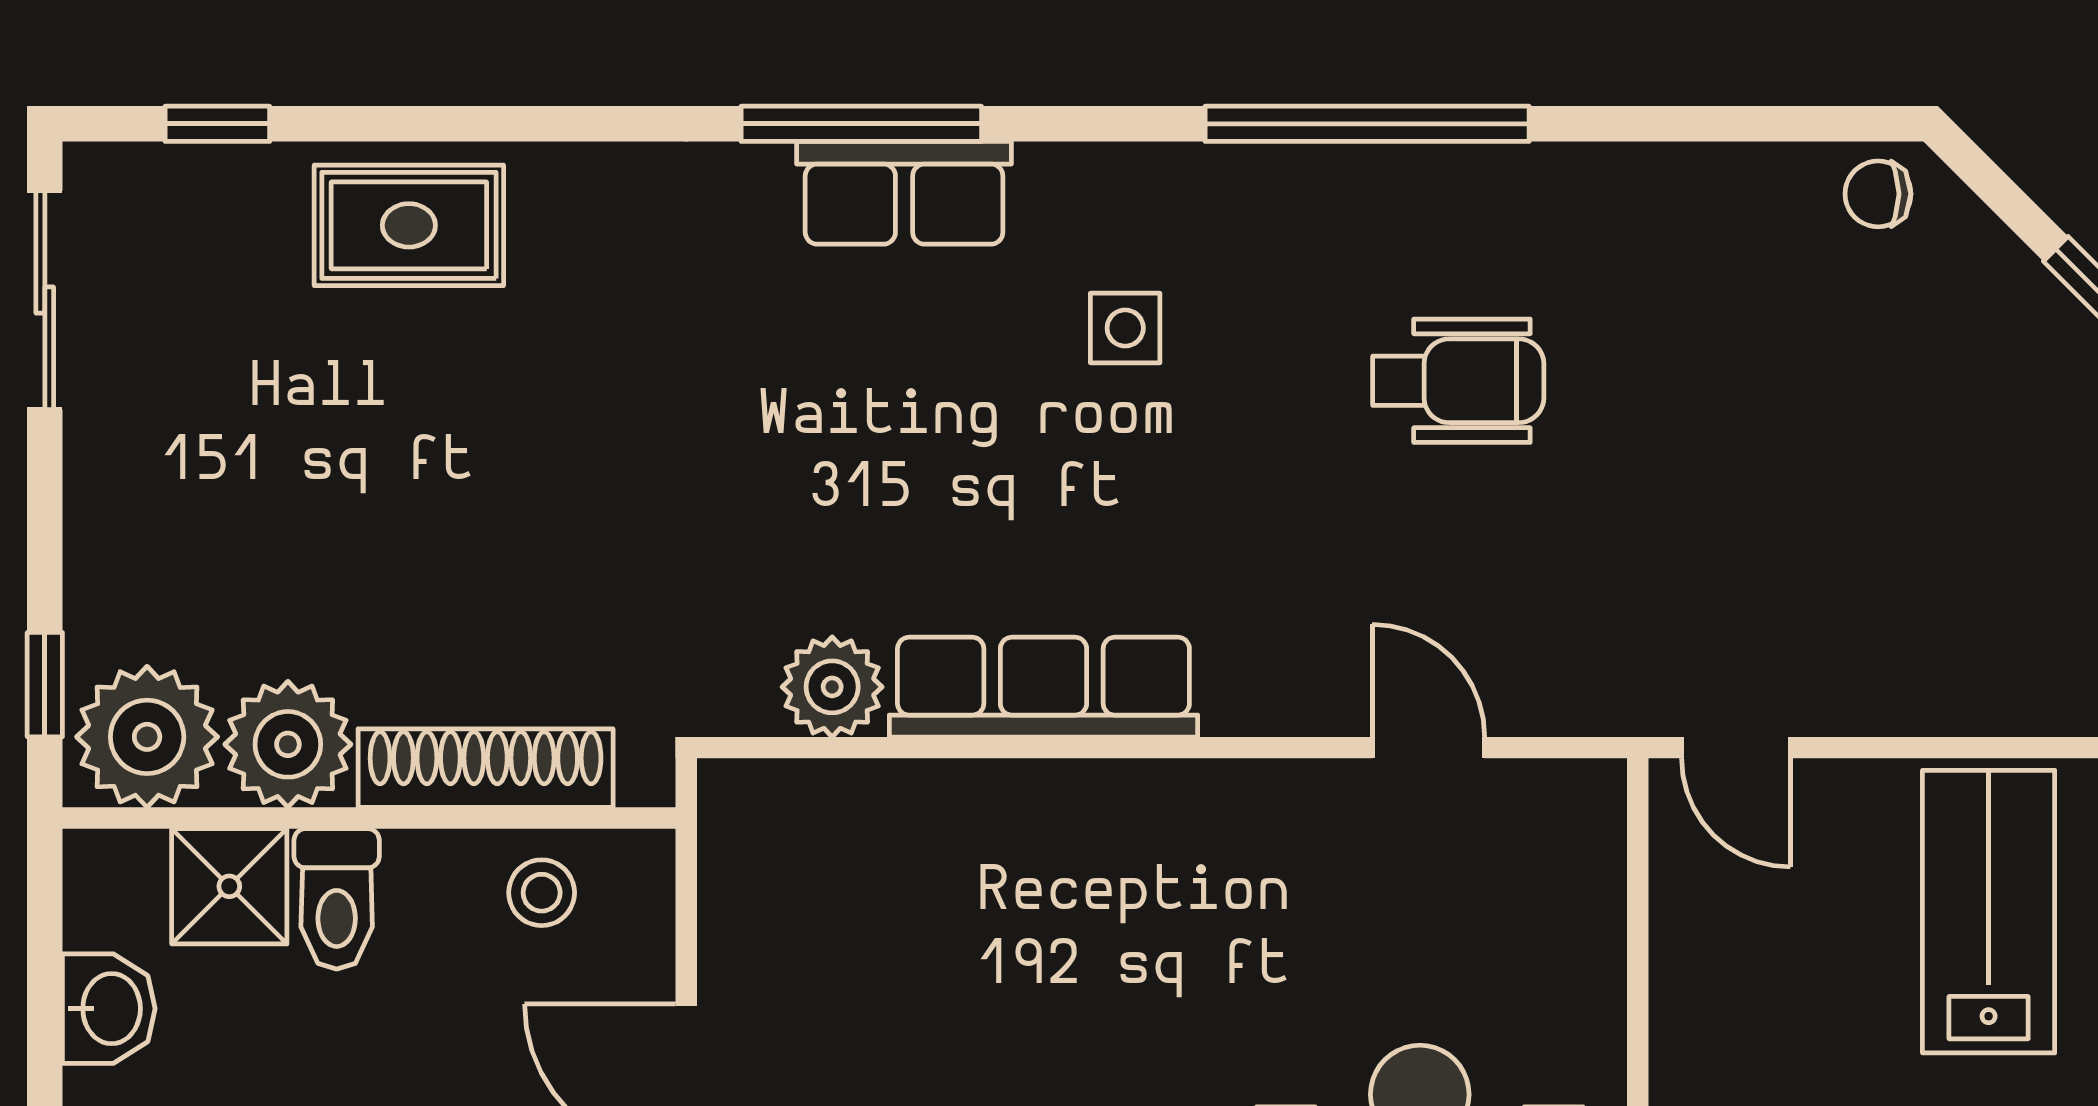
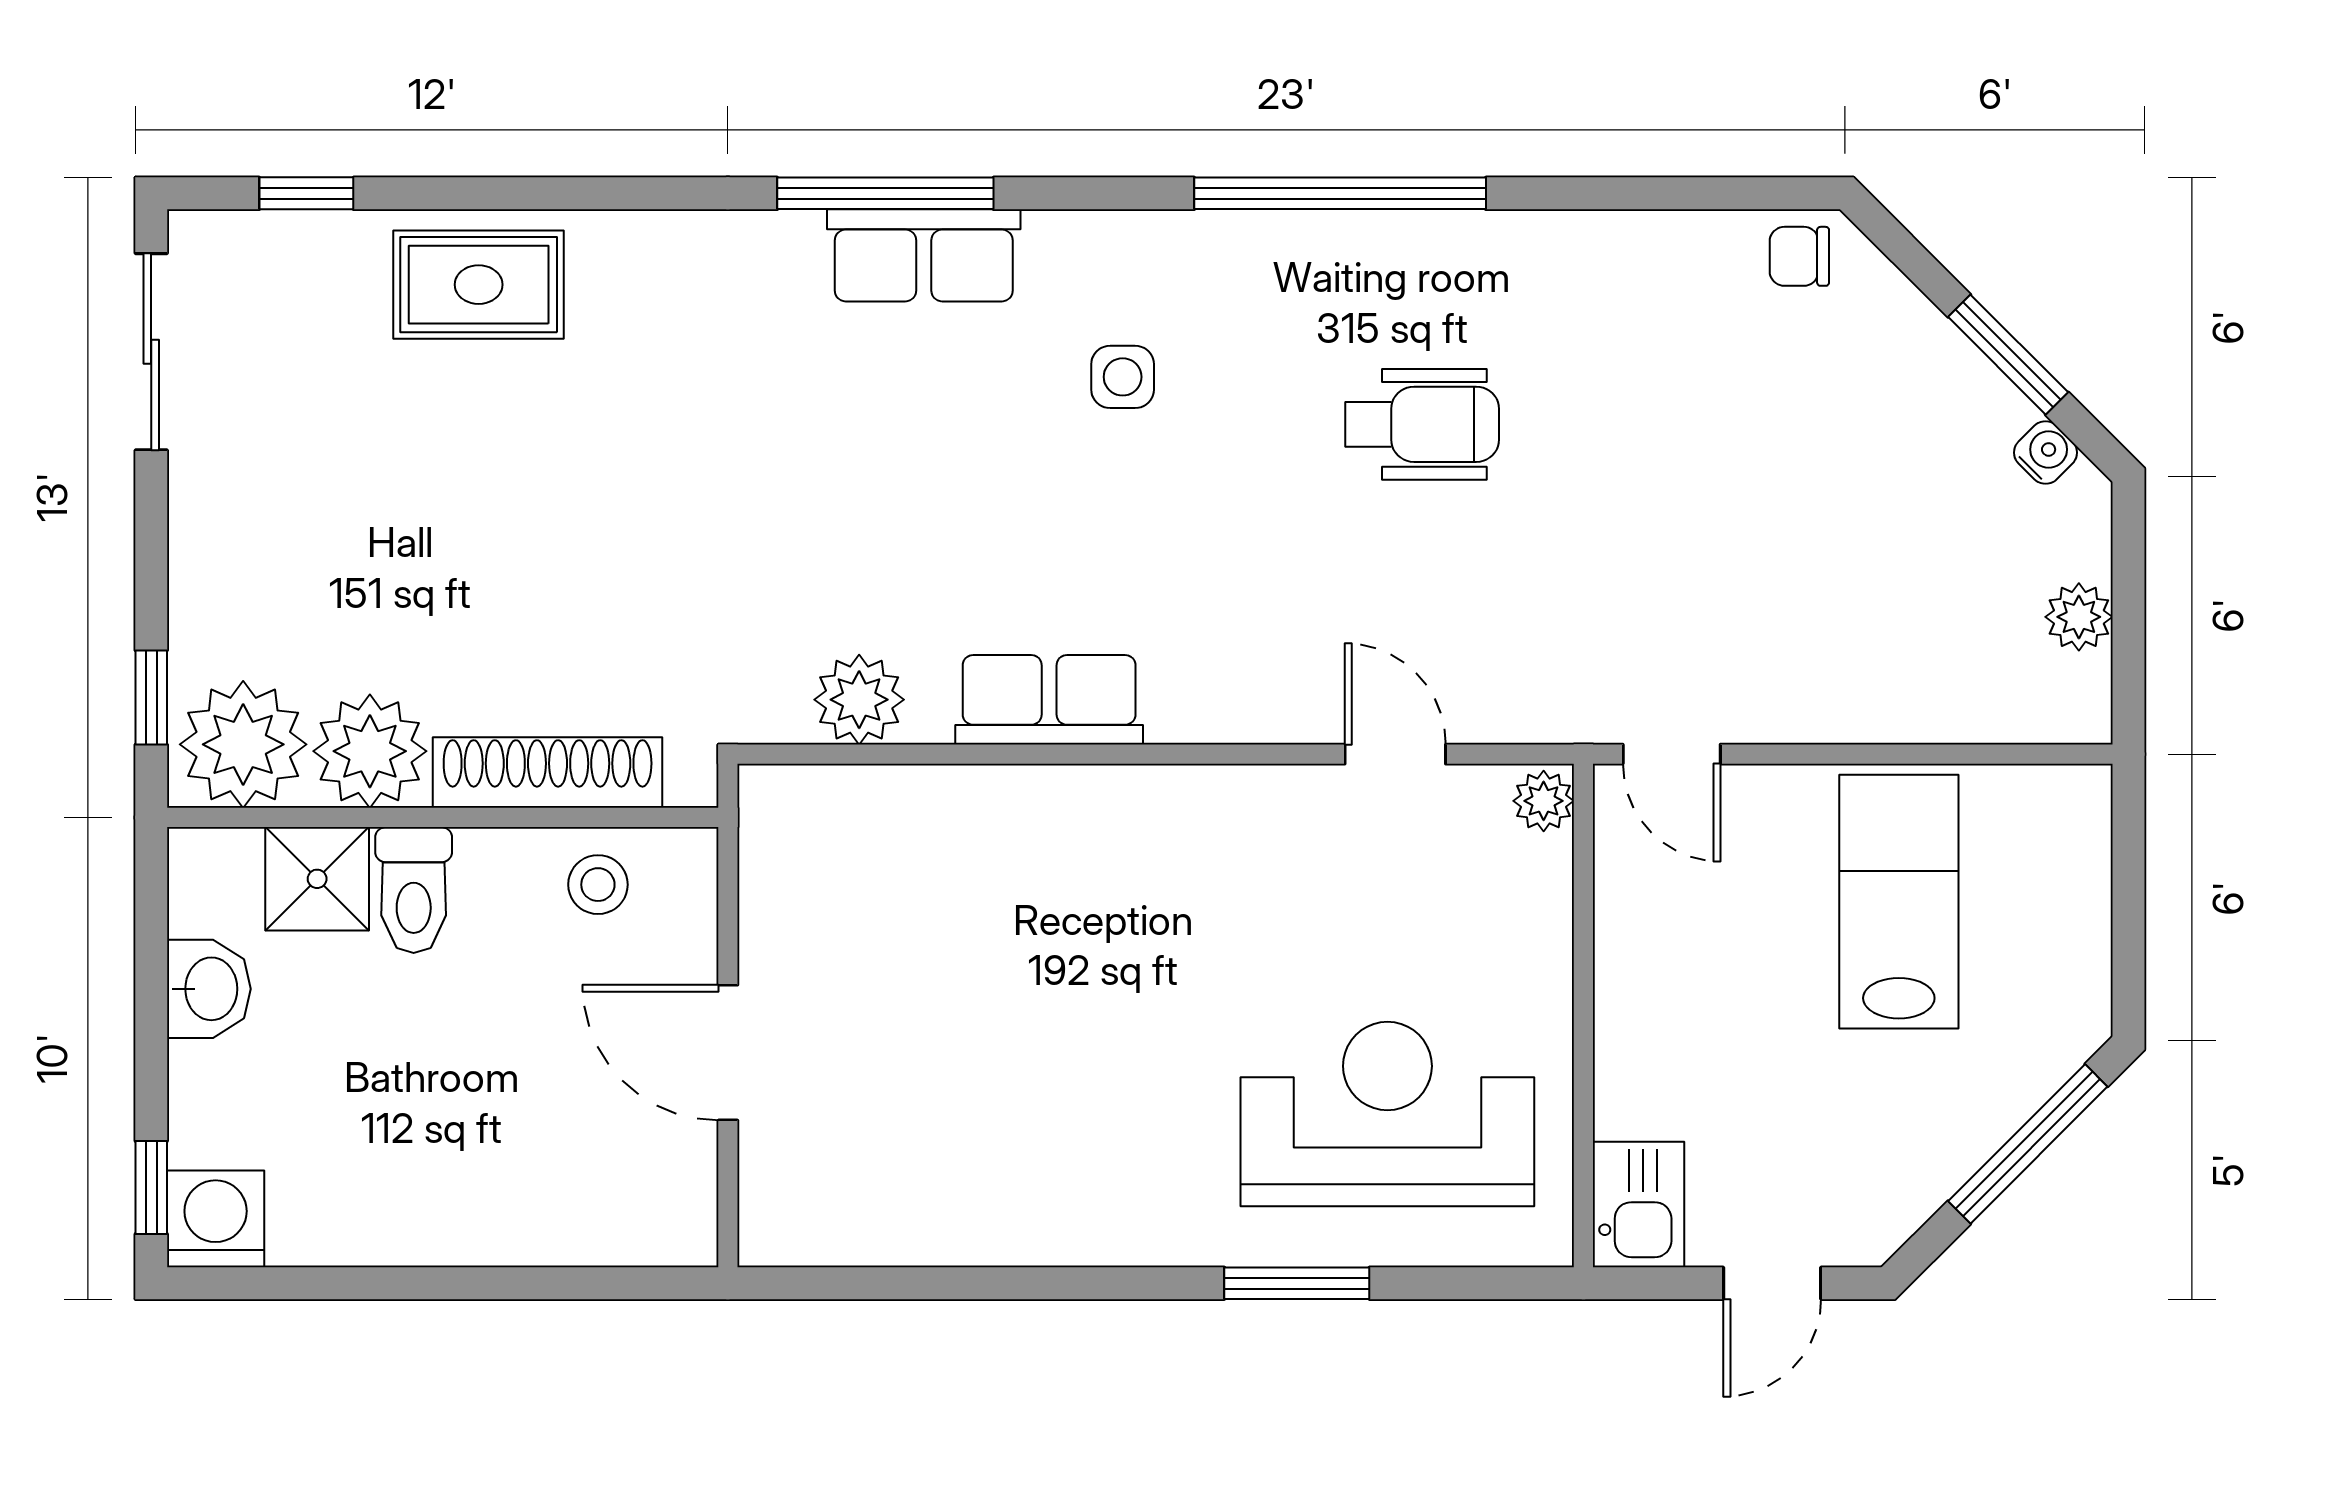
row of seats: (1043, 687) -> (1049, 700), width x0.68
plant: (1593, 800) -> (1544, 801), added

